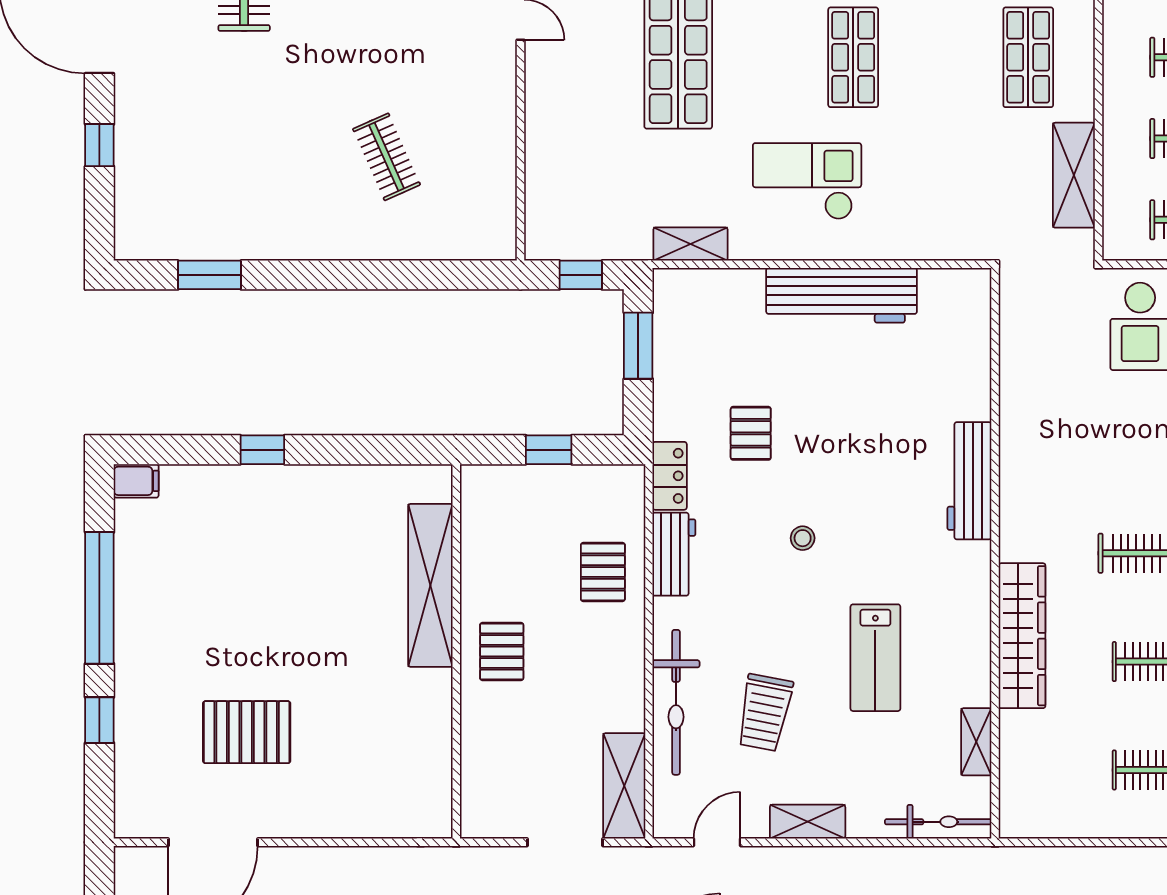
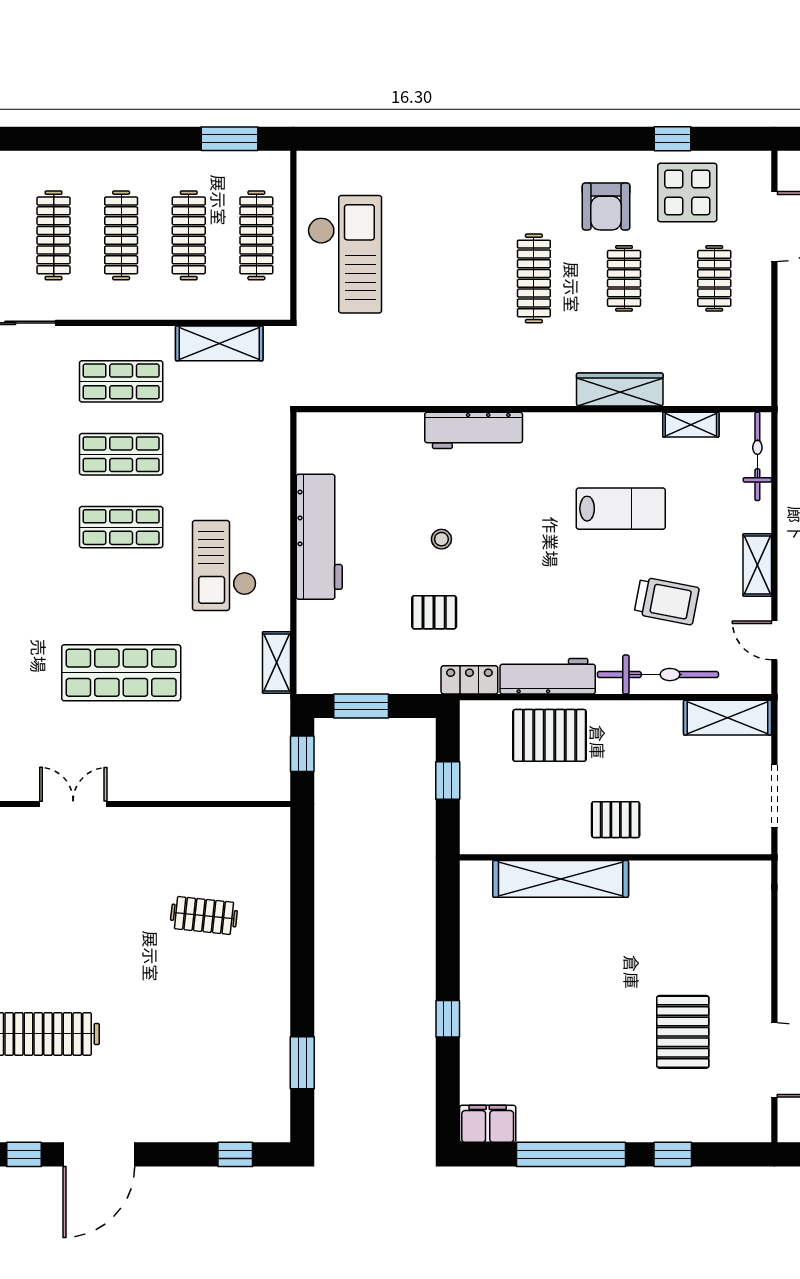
shop shelf: (941, 57) -> (121, 454), added
window: (99, 145) -> (235, 1154), moved
clothes rail: (386, 157) -> (204, 915), turned 30
filing cabinet: (136, 481) -> (488, 1124), width x2.00
stool: (803, 538) -> (441, 539), moved
workbench: (674, 554) -> (548, 676), width x1.37
pallet: (603, 572) -> (550, 735), width x1.50, depth x1.42
wardrobe: (1022, 636) -> (620, 389), width x0.71, depth x0.85
doorway: (565, 842) -> (774, 796), moved

